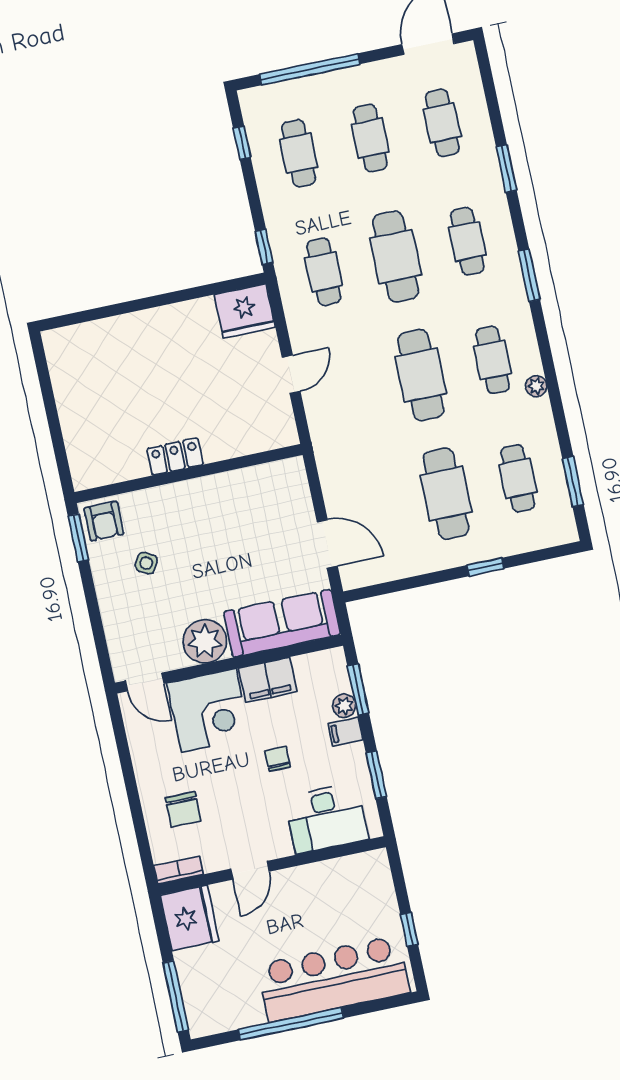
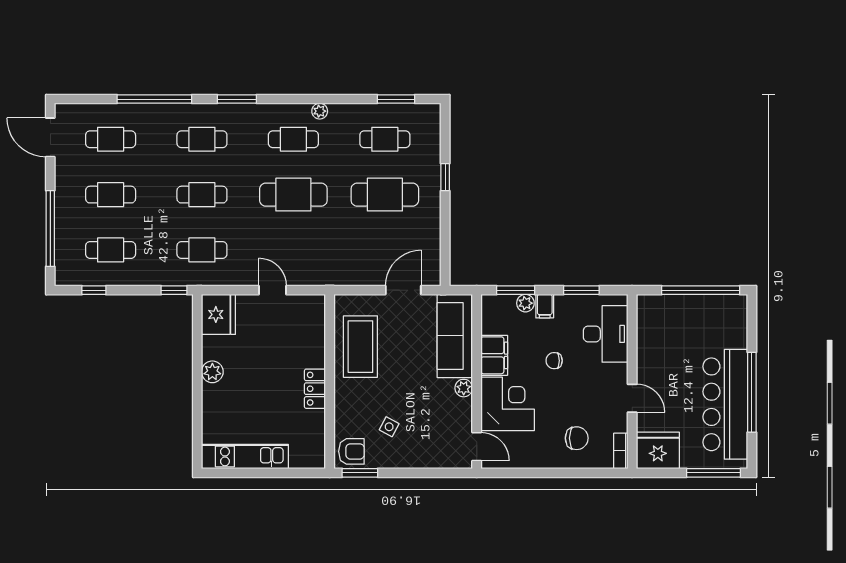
window: (506, 169) -> (154, 99), width x2.11
cafe table: (396, 257) -> (202, 195), width x0.73, depth x0.74
plant: (169, 319) -> (212, 372), added
kitchen unit: (68, 384) -> (245, 456), added
coffee table: (242, 504) -> (360, 347), added
plant: (205, 641) -> (464, 388), width x0.53, depth x0.53
door: (145, 682) -> (477, 447), hinge flipped
window: (409, 929) -> (701, 290), width x3.17
bar counter: (333, 979) -> (725, 404), moved

